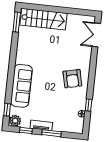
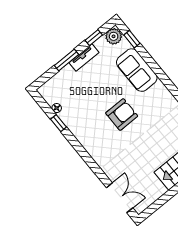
armchair: (72, 79) -> (122, 115), moved, turned 103
sofa: (21, 86) -> (137, 70), width x0.73

